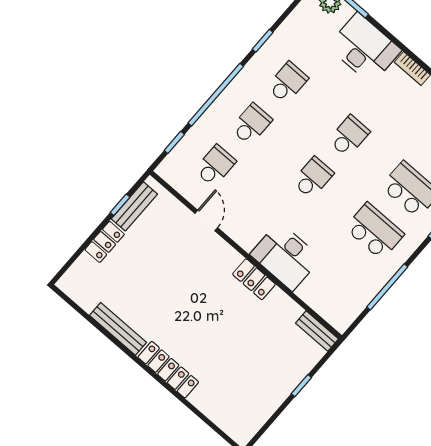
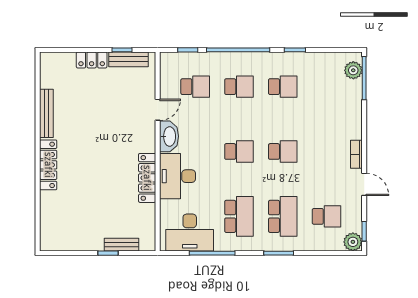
desk: (364, 48) -> (190, 232), moved, turned 90
washbasin: (241, 232) -> (169, 136), added
locker: (254, 279) -> (147, 178), width x1.53
bench: (317, 331) -> (122, 245), moved, turned 90

